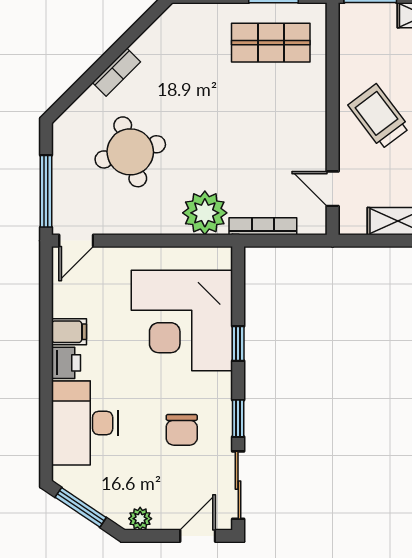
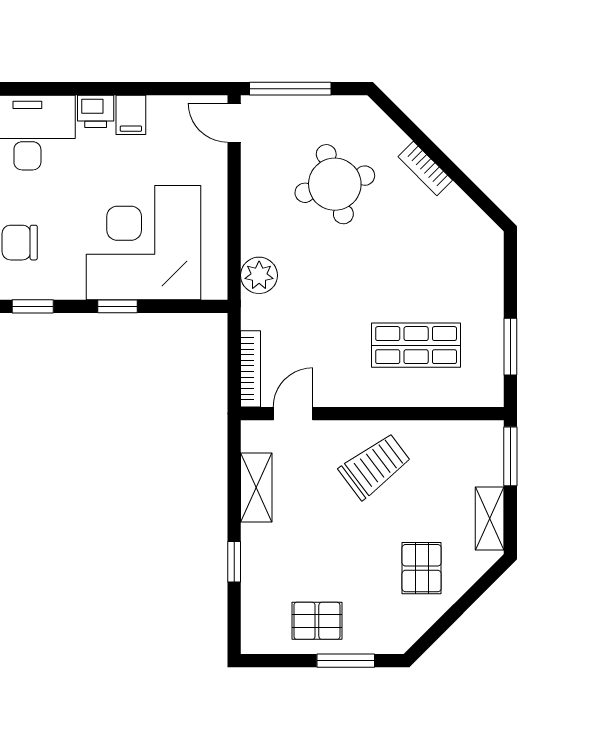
shop shelf: (271, 43) -> (416, 345), moved, turned 90
plant: (205, 213) -> (259, 275), width x0.73, depth x0.73
bookcase: (263, 226) -> (250, 369), moved

